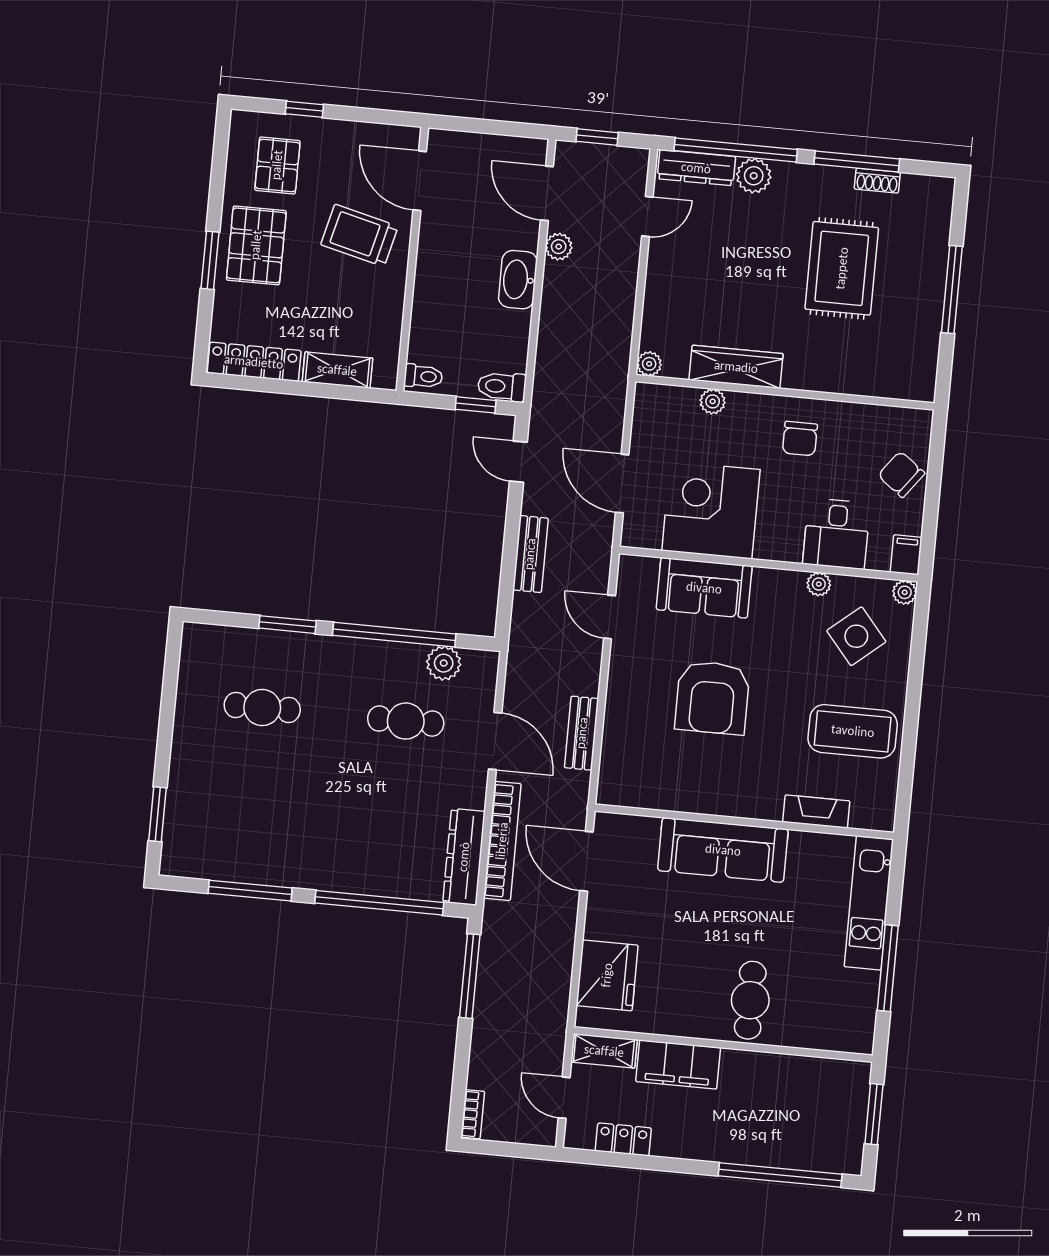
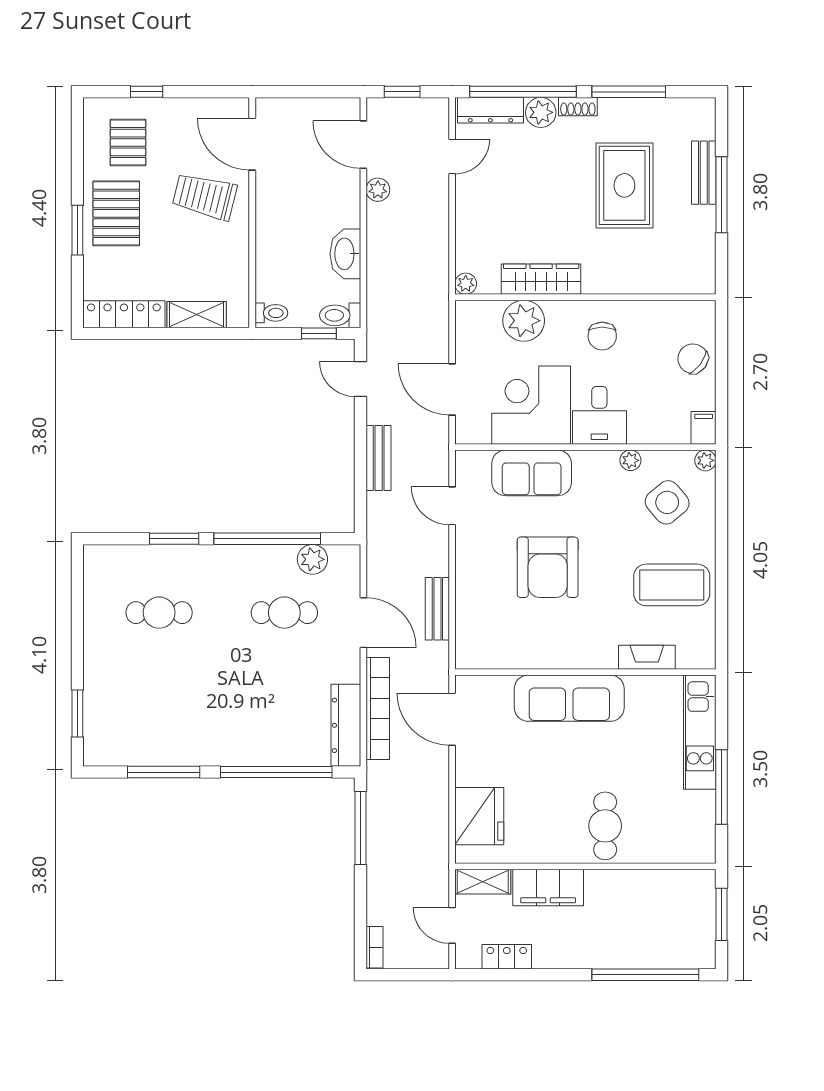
shoe rack: (877, 181) -> (578, 107), moved
bench: (934, 262) -> (704, 173), added
washbasin: (518, 280) -> (345, 254), moved
plant: (713, 401) -> (524, 321), width x1.88, depth x1.88
desk: (836, 534) -> (599, 415), moved

